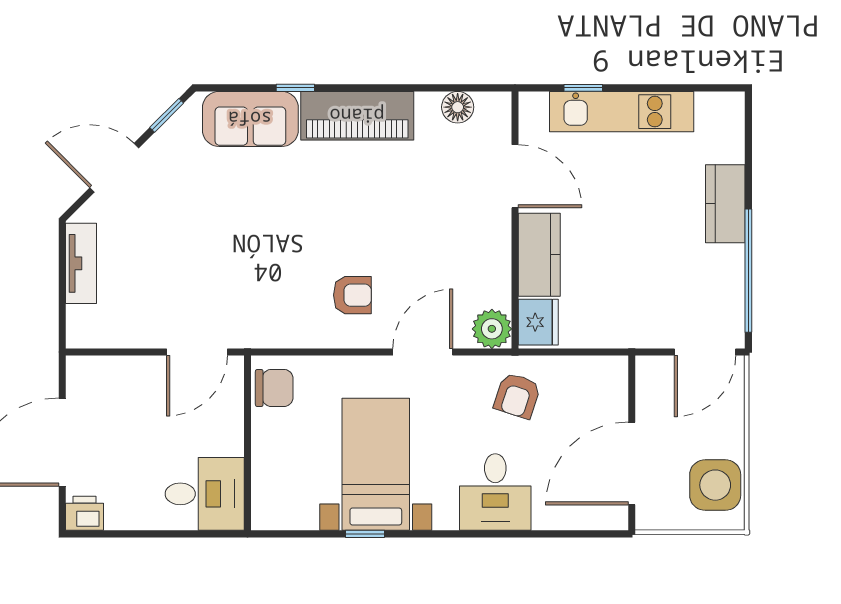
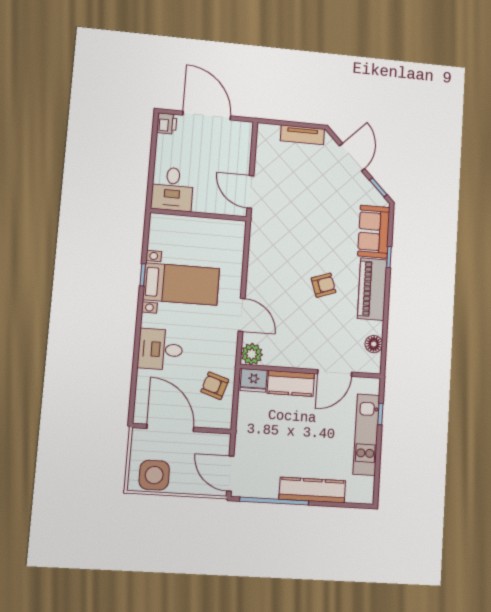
kitchen counter: (725, 204) -> (312, 490), width x1.50
armchair: (352, 295) -> (324, 285), moved, turned -109
chair: (274, 388) -> (228, 232), removed
armchair: (517, 396) -> (215, 386), moved

